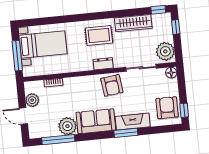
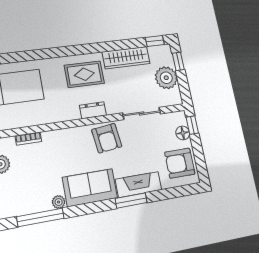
plant: (165, 51) -> (166, 78), moved
floor lamp: (171, 73) -> (183, 133), moved
armchair: (167, 108) -> (180, 163), turned -90
window: (184, 110) -> (192, 125), moved
plant: (67, 126) -> (59, 202), width x0.53, depth x0.53

